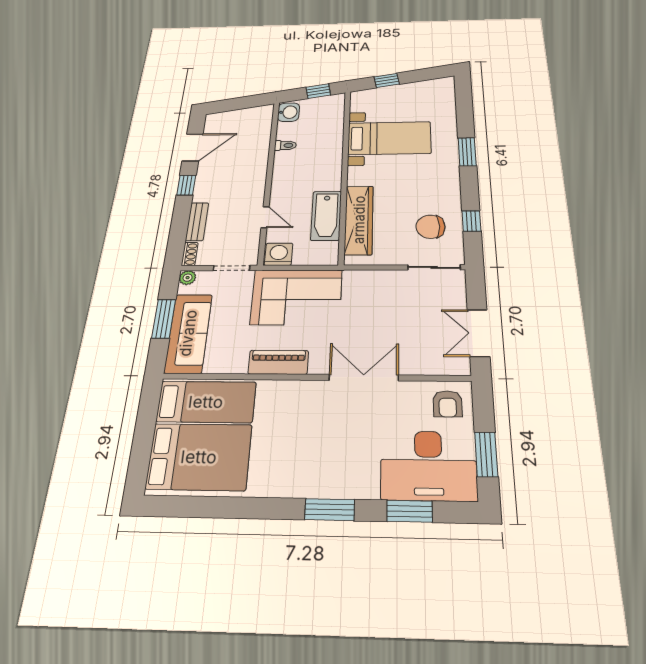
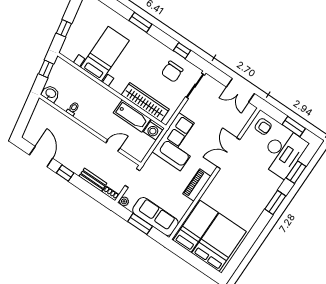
washing machine: (279, 254) -> (154, 130), moved, turned -90
corner sofa: (297, 297) -> (179, 142), moved

